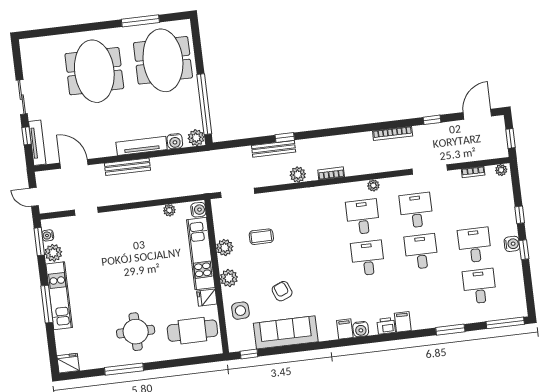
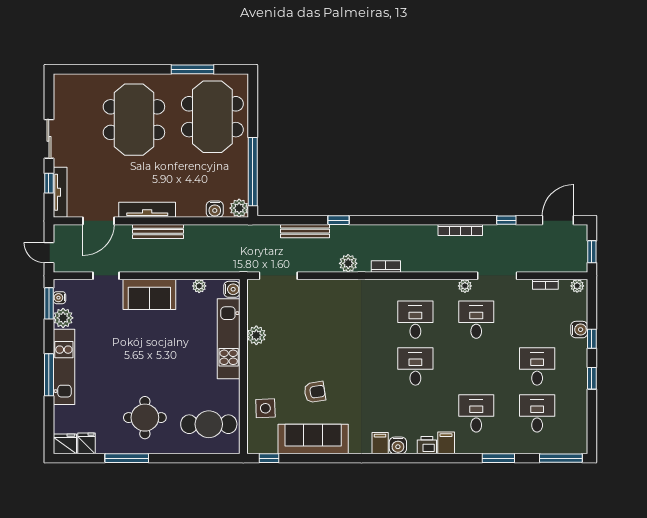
tv unit: (142, 146) -> (147, 210), moved
bench: (274, 149) -> (305, 231), moved
door: (74, 164) -> (99, 221), swing flipped
plant: (373, 185) -> (465, 286), moved
sofa: (126, 223) -> (149, 294), added
coffee table: (261, 237) -> (299, 328), removed
water cooler: (512, 244) -> (579, 330), moved
desk: (421, 252) -> (476, 413), moved
plant: (229, 278) -> (257, 370), removed
armchair: (282, 291) -> (315, 392), turned 103
fridge: (207, 298) -> (86, 443), moved, turned 90

